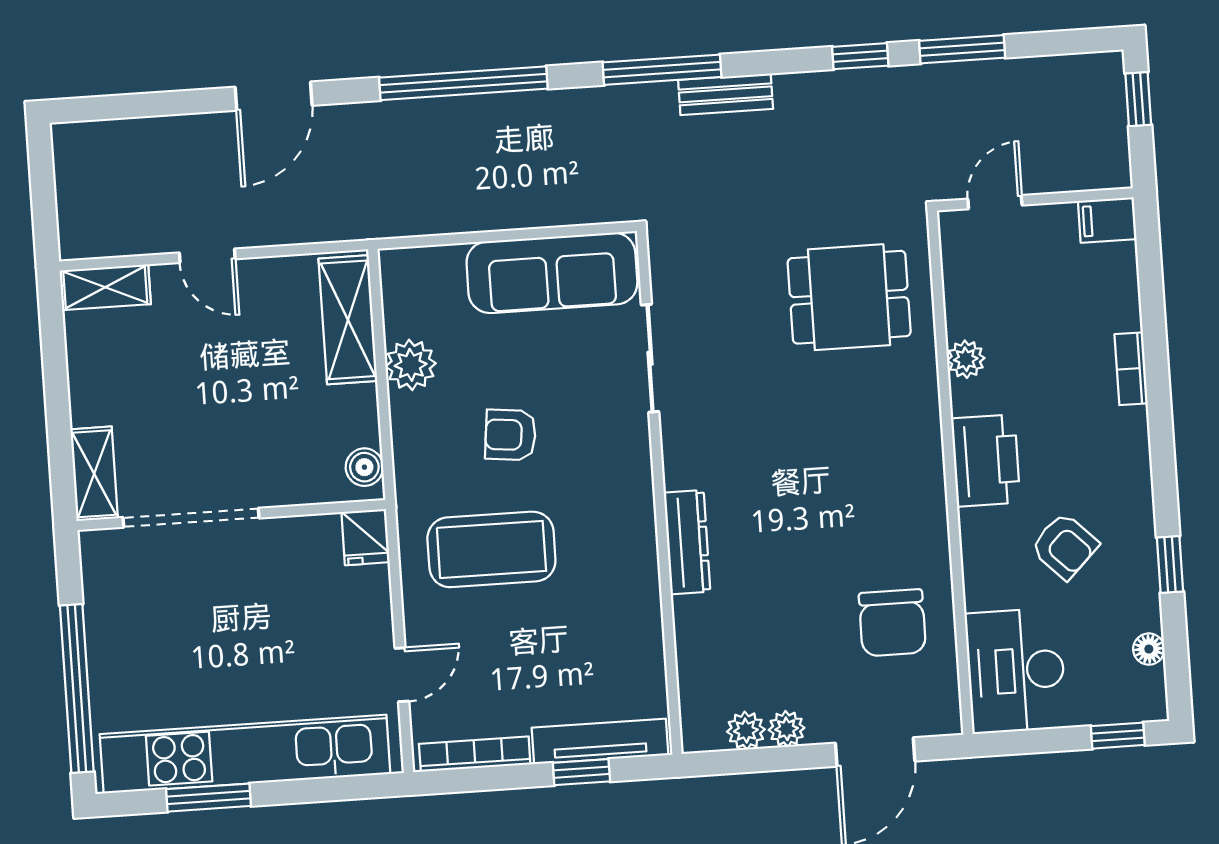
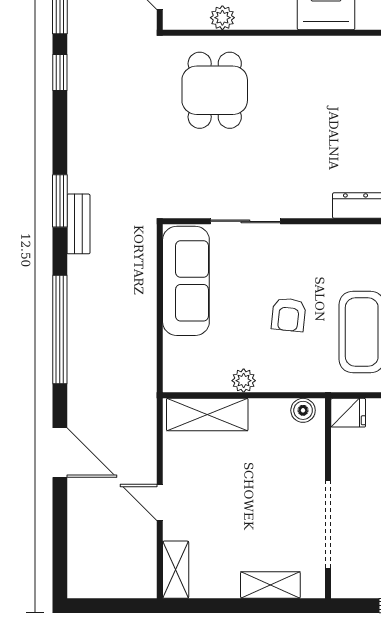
window: (662, 70) -> (60, 201), width x0.69
bench: (726, 94) -> (78, 224), moved
door: (207, 256) -> (160, 502), swing flipped
plant: (966, 359) -> (222, 18), moved
plant: (411, 365) -> (244, 381), width x0.73, depth x0.73
shelving: (94, 474) -> (270, 585), moved

